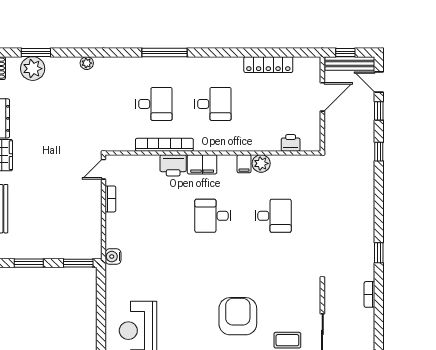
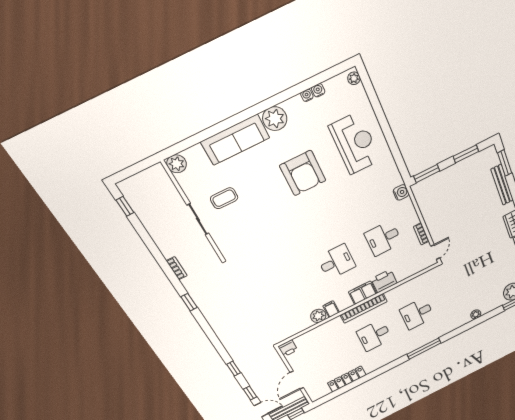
printer: (291, 143) -> (288, 348), moved
bookcase: (164, 145) -> (364, 308), moved
desk: (273, 216) -> (383, 238), moved
armchair: (238, 316) -> (303, 173), moved

